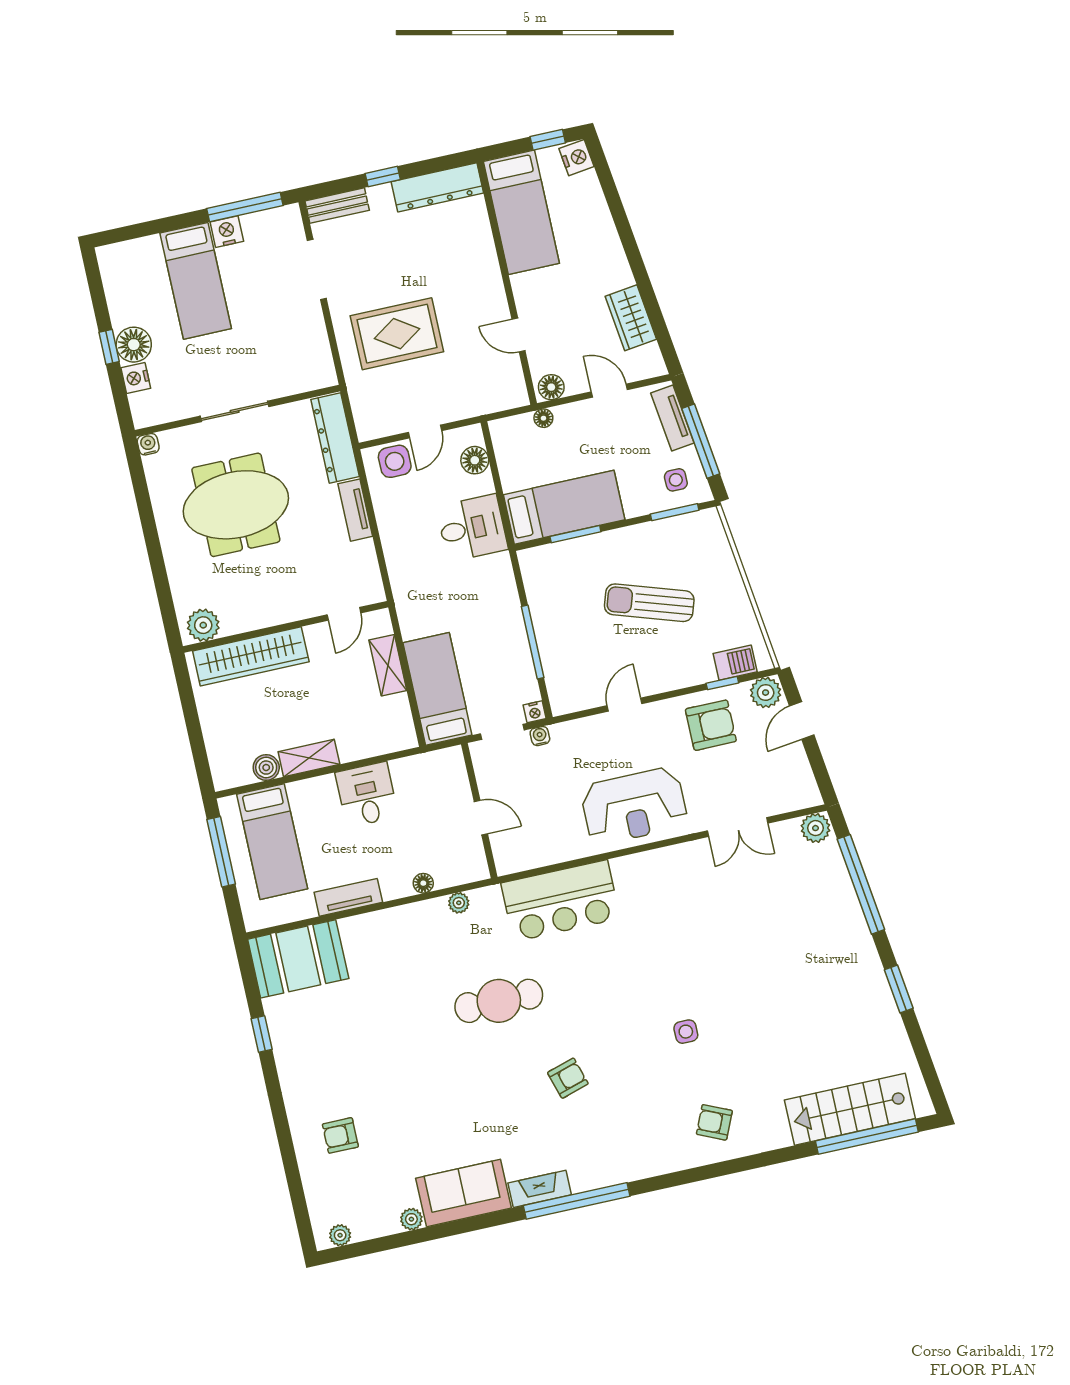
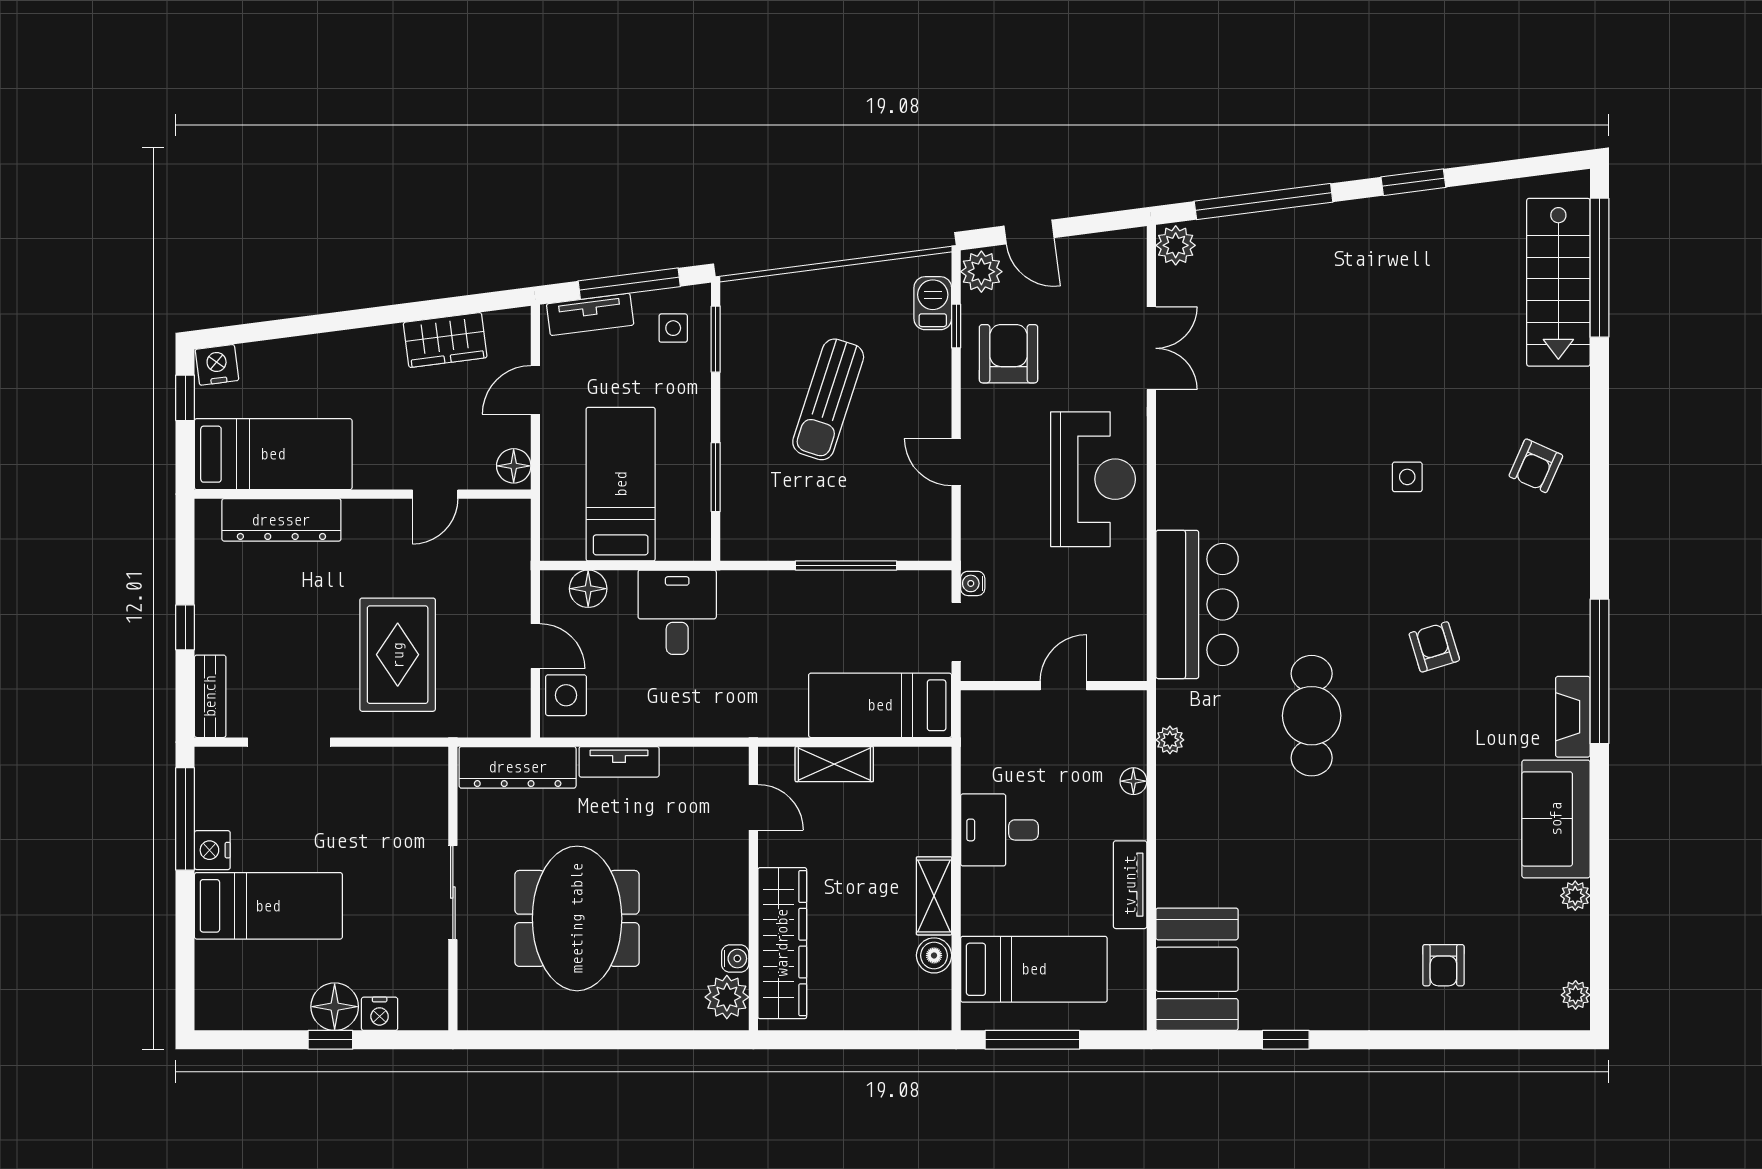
dresser: (437, 187) -> (281, 520), moved, turned 90
floor lamp: (543, 418) -> (553, 485), removed
water cooler: (148, 444) -> (735, 959), moved, turned 180
bed: (564, 507) -> (621, 484), moved
nightstand: (535, 712) -> (939, 583), removed

